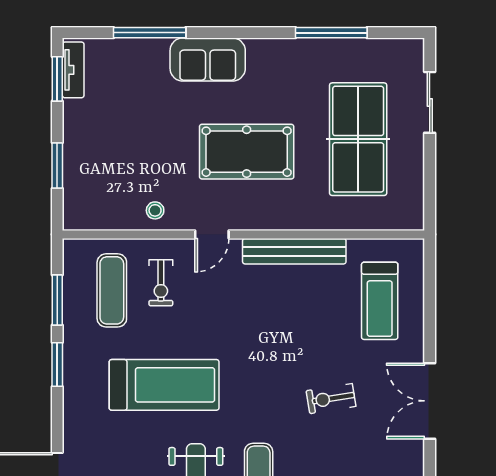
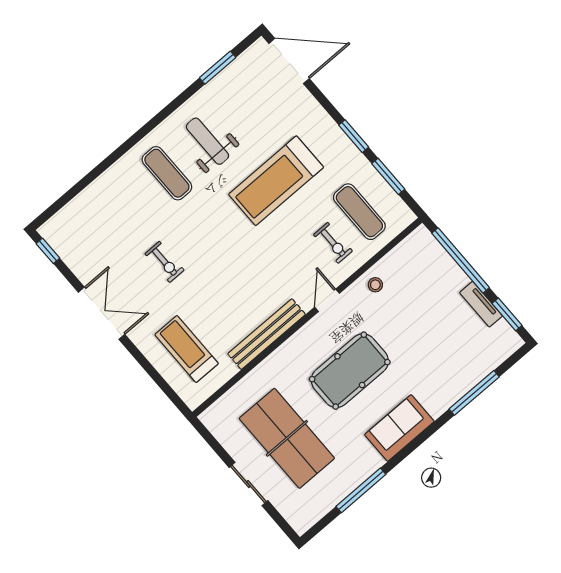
sofa: (208, 60) -> (399, 428), moved
tv unit: (73, 70) -> (481, 304), moved
sliding door: (430, 102) -> (248, 484), moved
window: (57, 166) -> (461, 260), width x2.11
exercise bike: (161, 283) -> (333, 243), turned 180
exercise bike: (331, 399) -> (165, 262), turned 99

